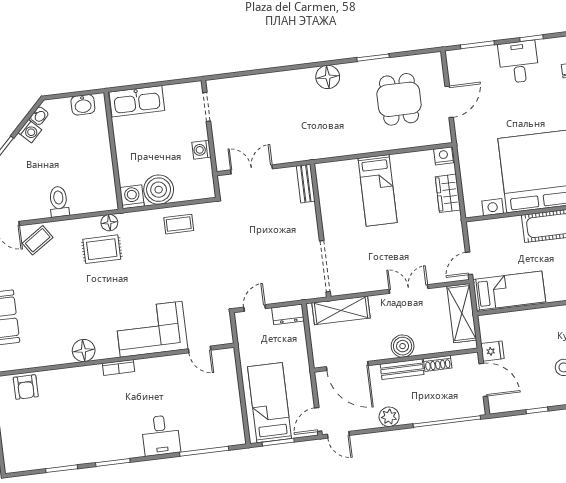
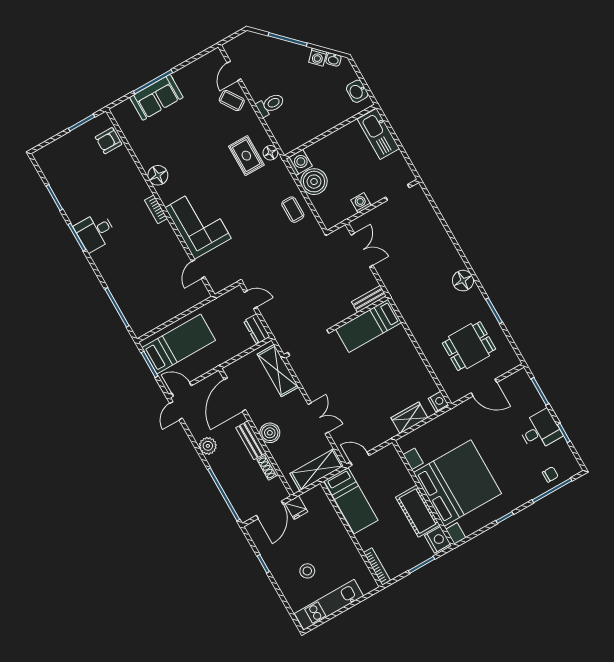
bed: (378, 190) -> (368, 326), moved
desk: (161, 435) -> (95, 232), moved

